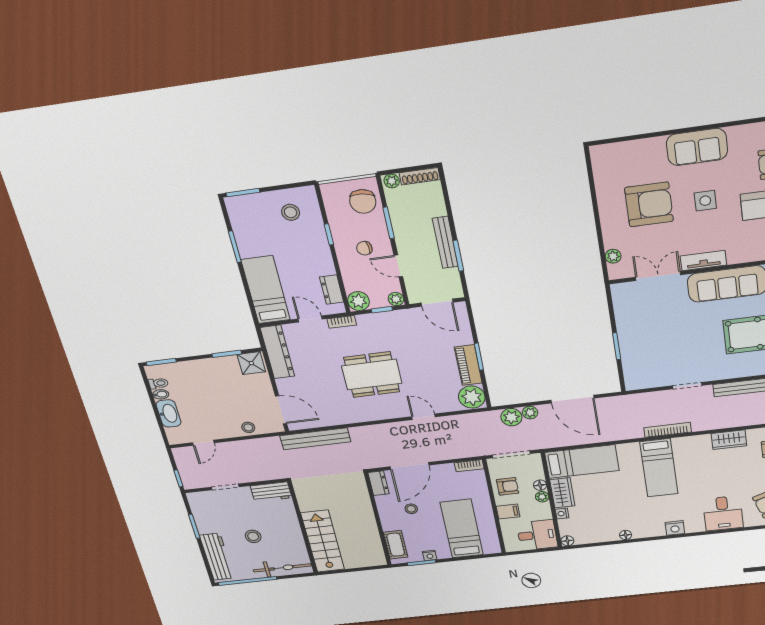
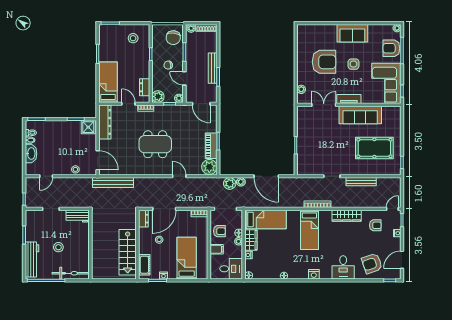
wardrobe: (729, 440) -> (347, 216), width x1.50
stairs: (323, 541) -> (128, 252), moved, turned 180

